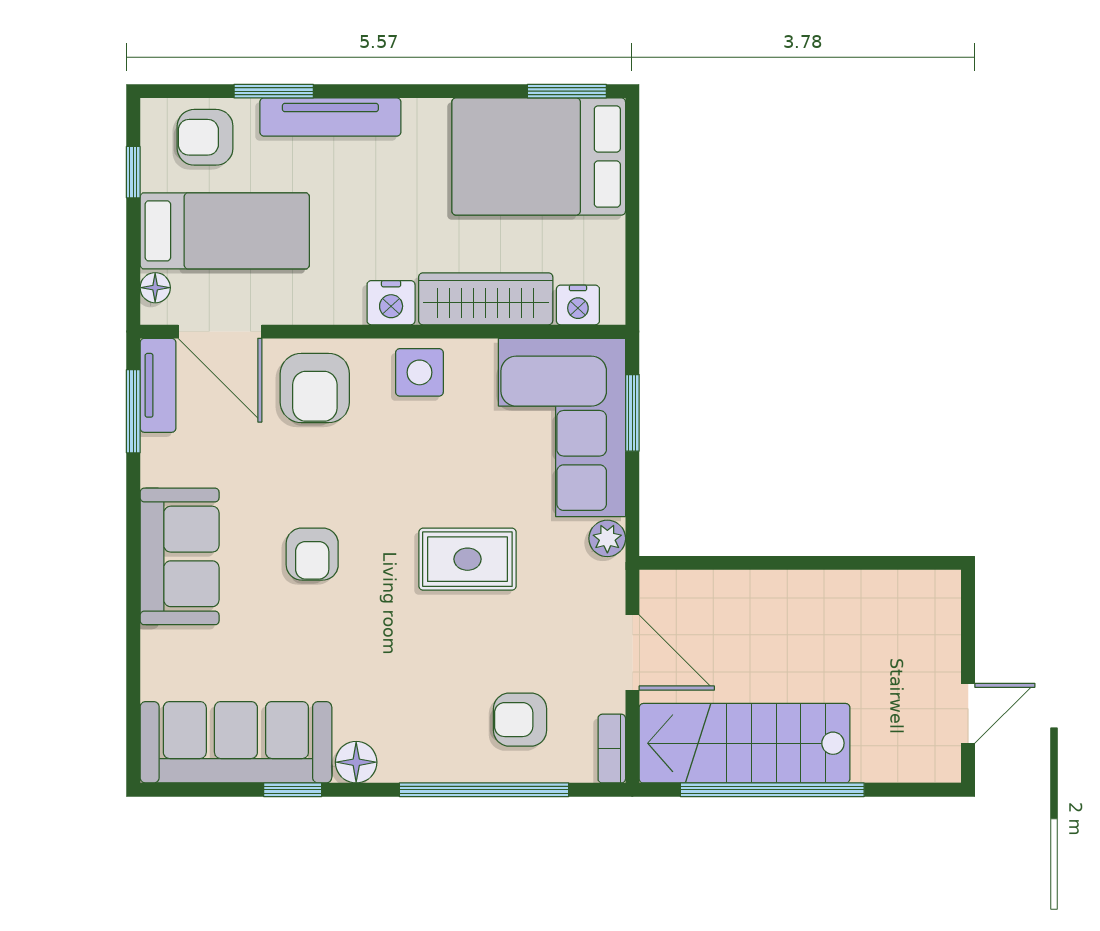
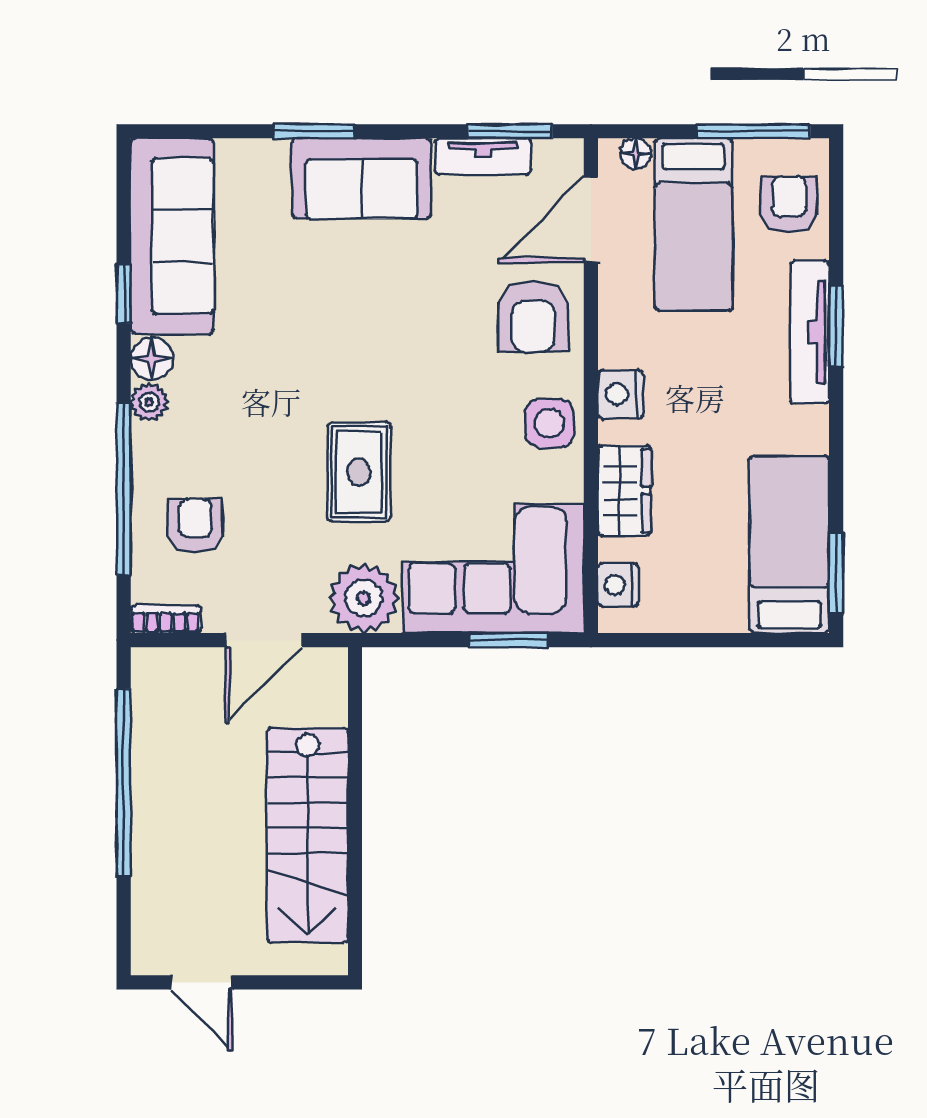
window: (274, 91) -> (836, 327), moved
bed: (539, 157) -> (789, 545), width x0.67
window: (133, 172) -> (753, 131), width x2.17
wardrobe: (486, 299) -> (624, 491), width x0.67
tv unit: (158, 385) -> (483, 156), moved
armchair: (315, 388) -> (533, 316), turned -90
plant: (607, 538) -> (364, 598), width x1.87, depth x1.87
armchair: (312, 554) -> (364, 314), removed
window: (133, 603) -> (314, 131), added
stairs: (744, 743) -> (308, 835), moved, turned 180
plant: (399, 765) -> (149, 402), added

